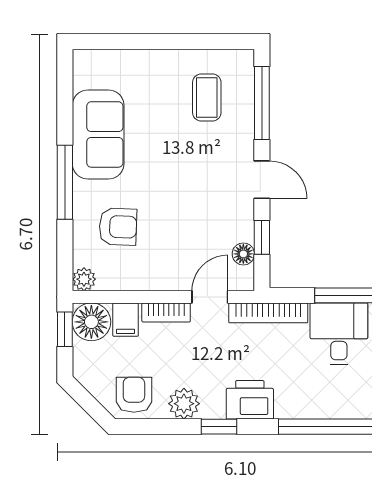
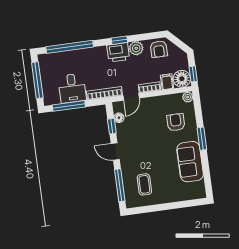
window: (65, 182) -> (202, 139), width x0.69
armchair: (118, 227) -> (176, 122), turned 88
printer: (250, 400) -> (118, 52), moved

